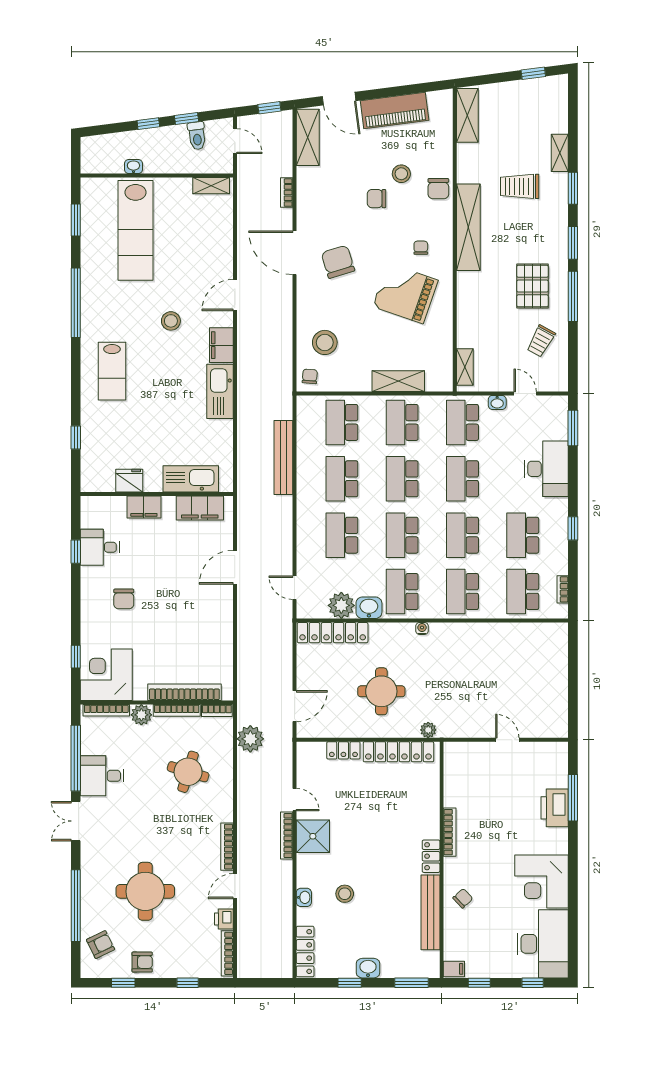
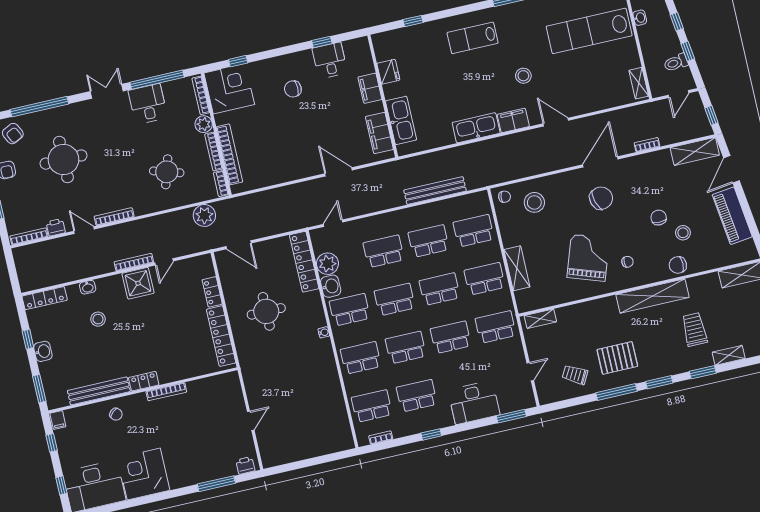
washbasin: (497, 402) -> (518, 351), removed
plant: (428, 730) -> (244, 356), removed
printer: (555, 808) -> (245, 465), moved, width x0.53, depth x0.68

